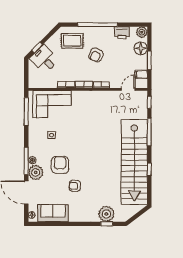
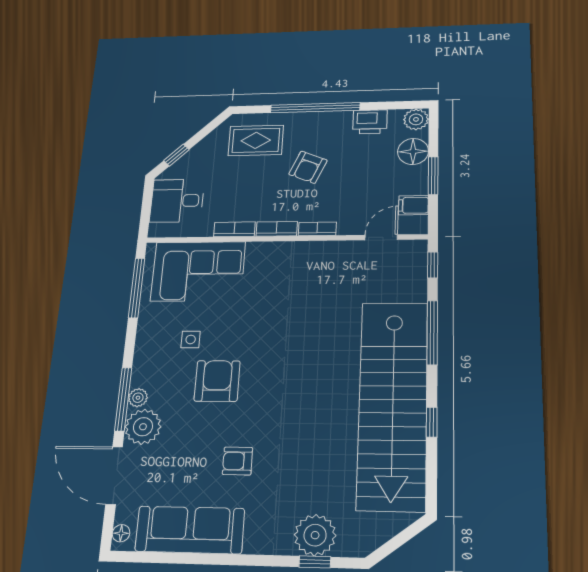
desk: (44, 59) -> (177, 201), moved, turned -45
armchair: (60, 165) -> (217, 381), moved
sofa: (53, 213) -> (190, 530), width x1.36

